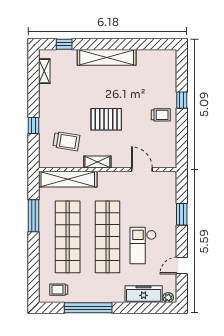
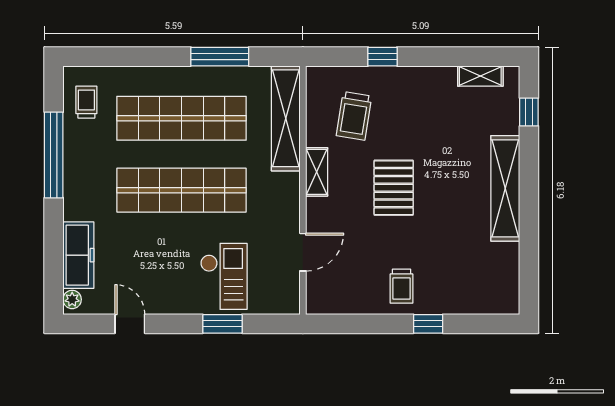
checkout: (143, 246) -> (224, 276), moved, turned 90

